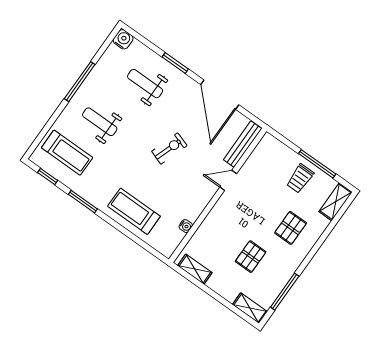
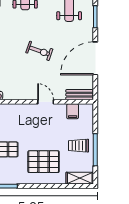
bench: (243, 144) -> (79, 95), width x0.73
filing cabinet: (259, 159) -> (73, 111), added
pallet: (291, 228) -> (44, 162), width x1.50, depth x1.42

